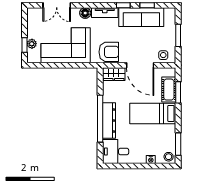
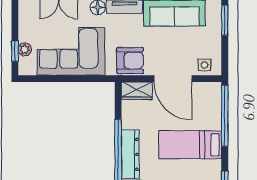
window: (178, 35) -> (225, 20), moved
cot: (169, 90) -> (212, 112), removed
window: (178, 92) -> (225, 116), width x2.11

